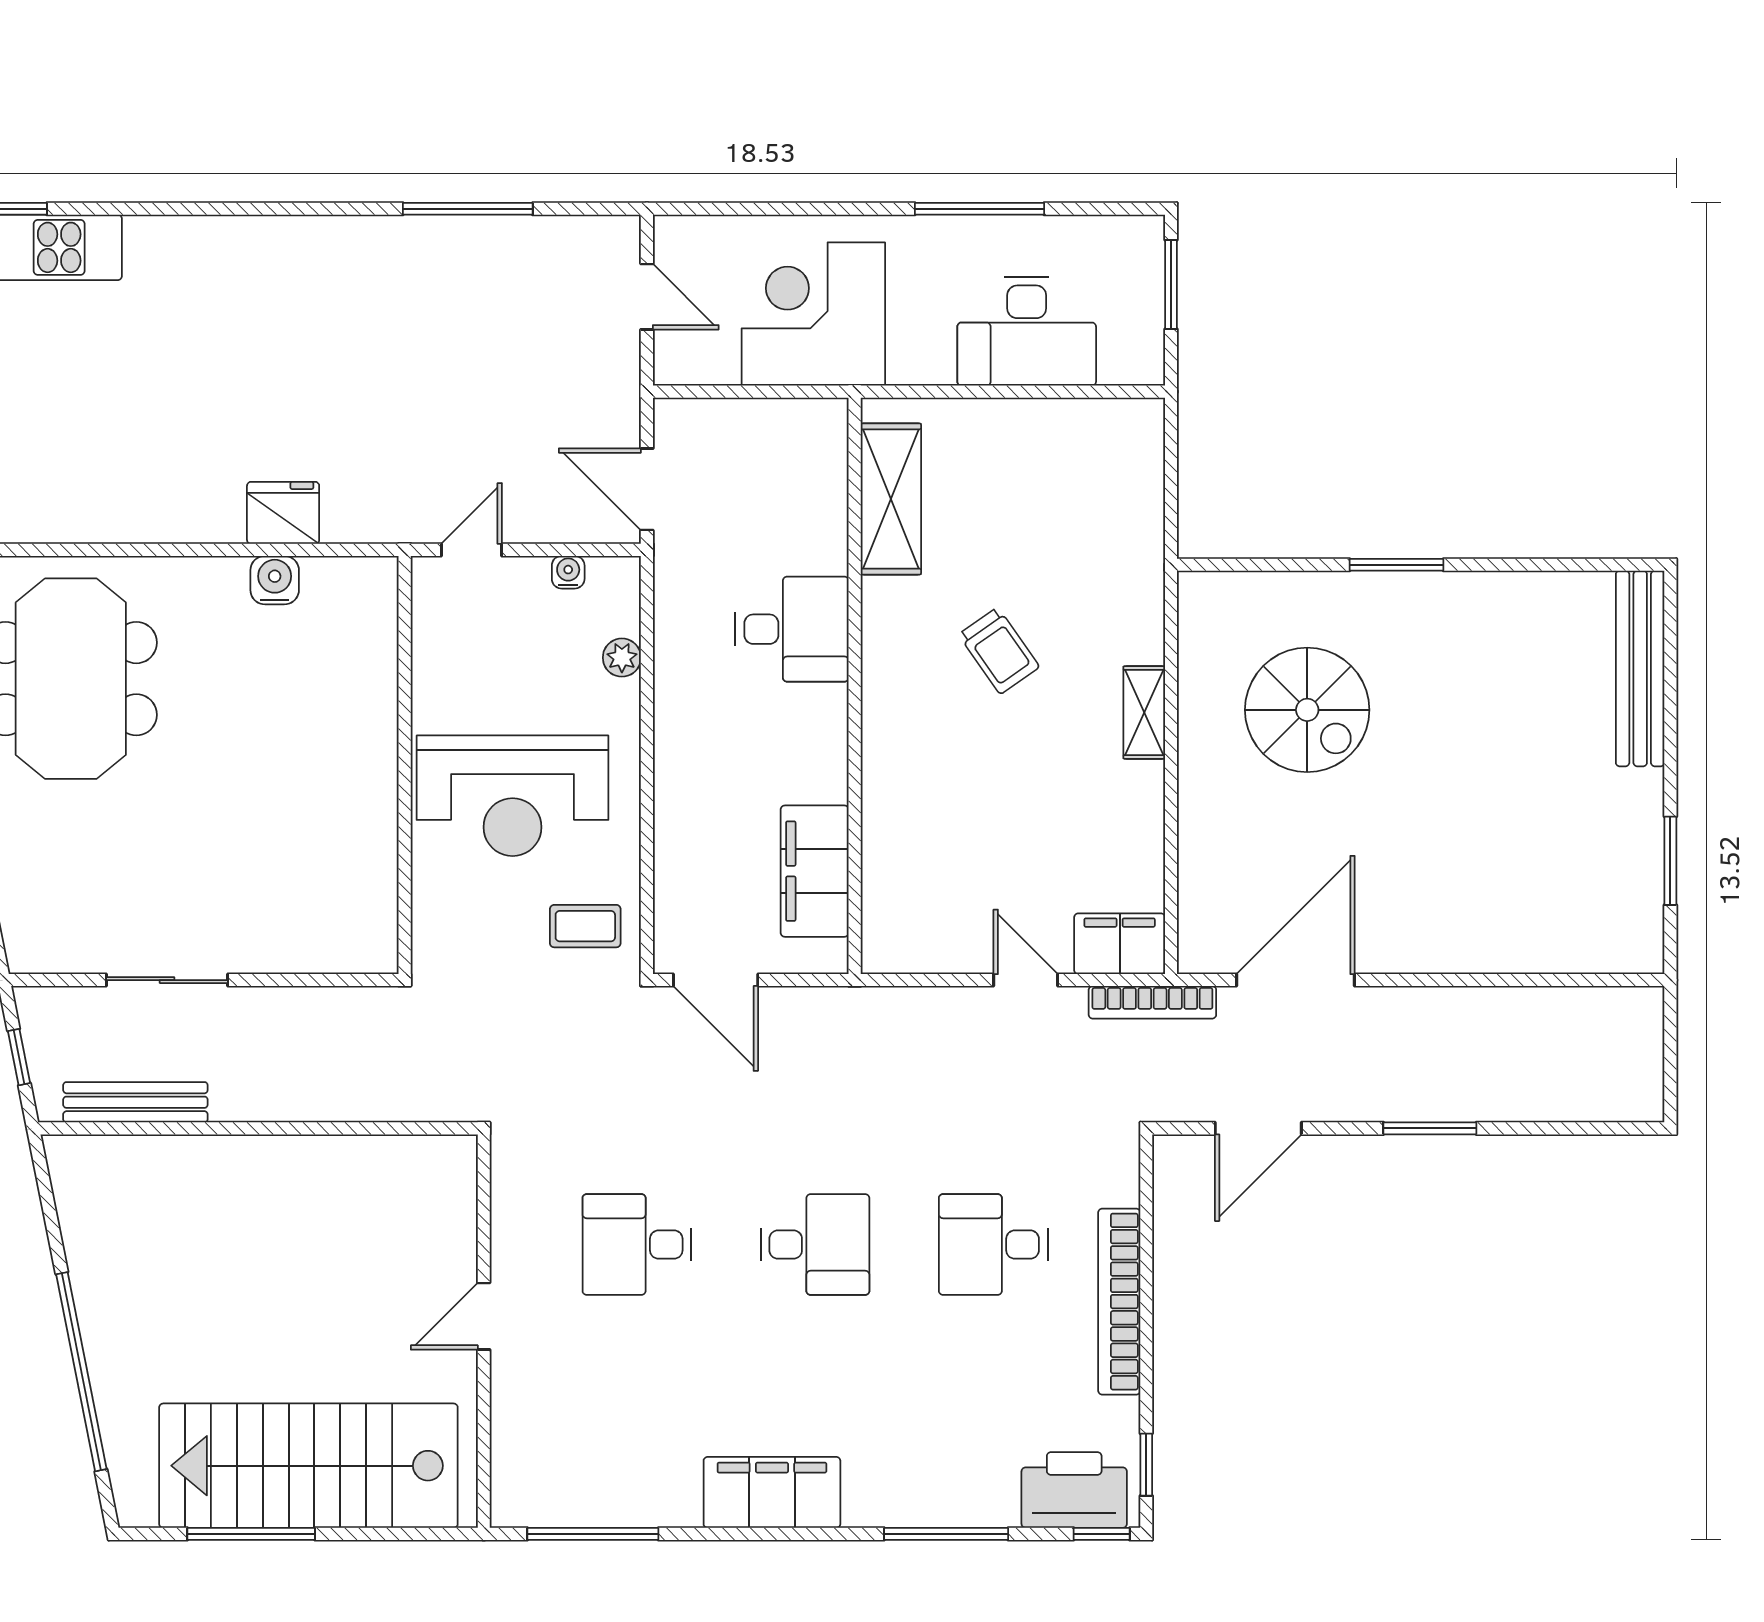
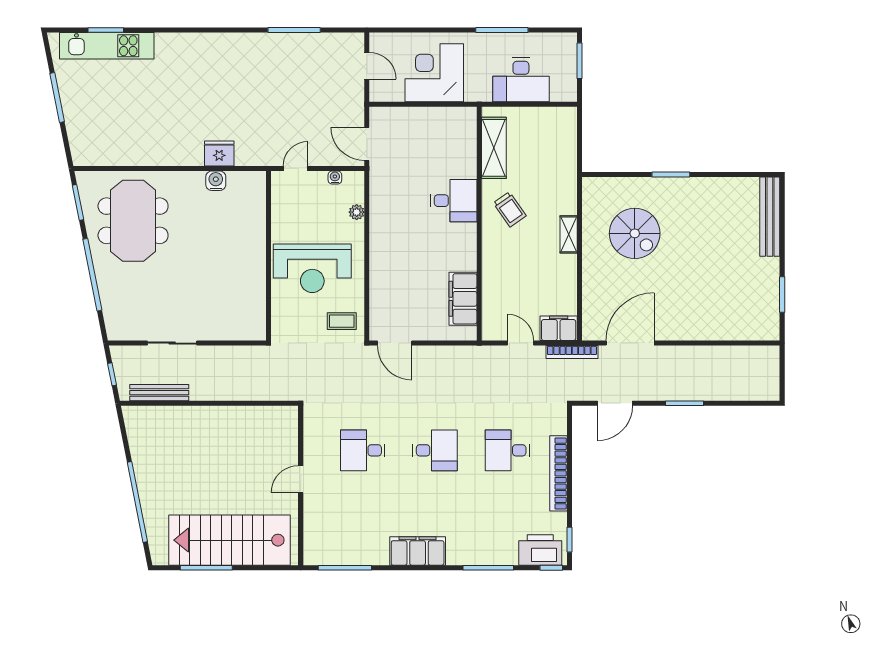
shelving: (891, 499) -> (494, 148), moved
desk: (792, 629) -> (454, 201), moved
wall: (855, 686) -> (479, 224), moved
filing cabinet: (815, 871) -> (463, 299), moved

